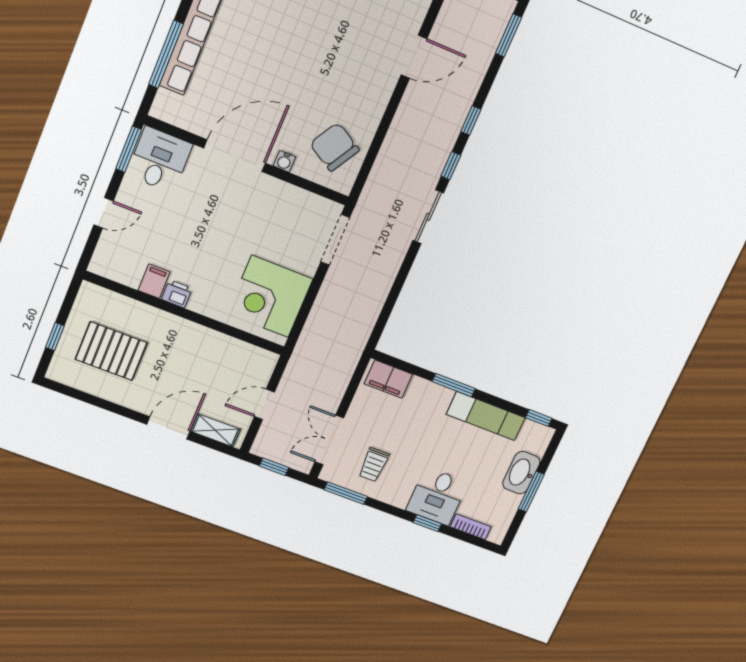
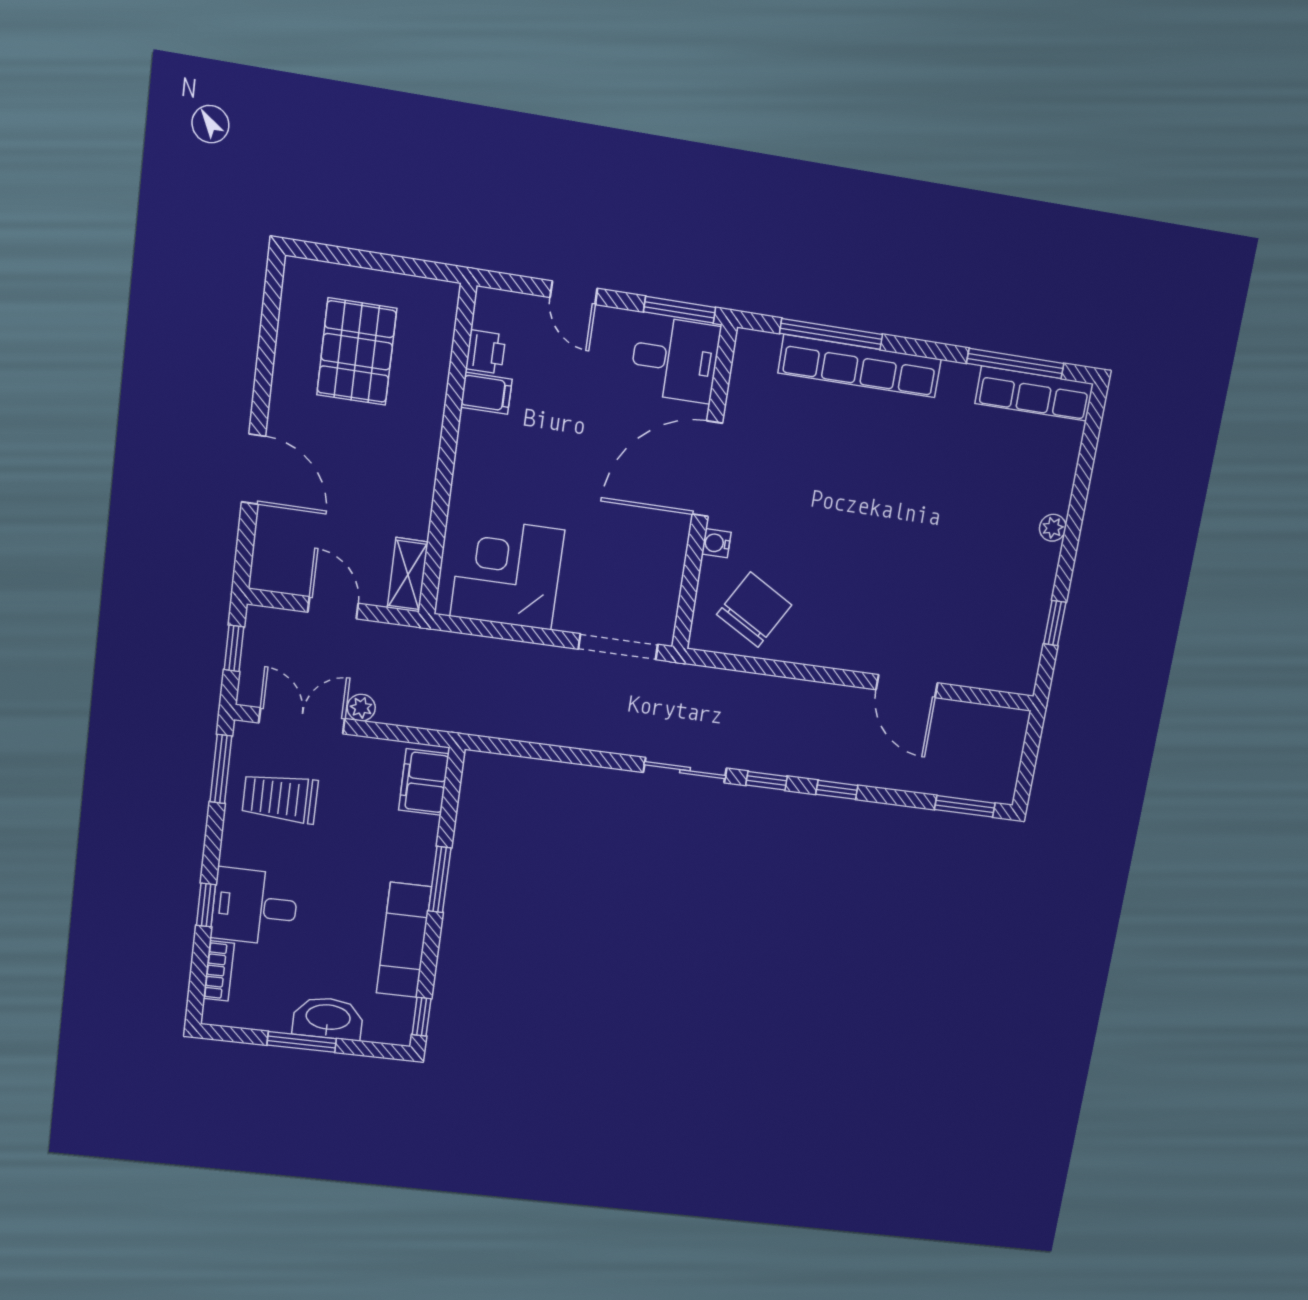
door: (235, 156) -> (707, 469), swing flipped
printer: (177, 294) -> (486, 352), moved
window: (55, 337) -> (357, 258), removed
plant: (331, 404) -> (361, 708), added
shelving: (215, 430) -> (408, 575), moved
trolley: (374, 465) -> (280, 798), width x1.36, depth x1.39

